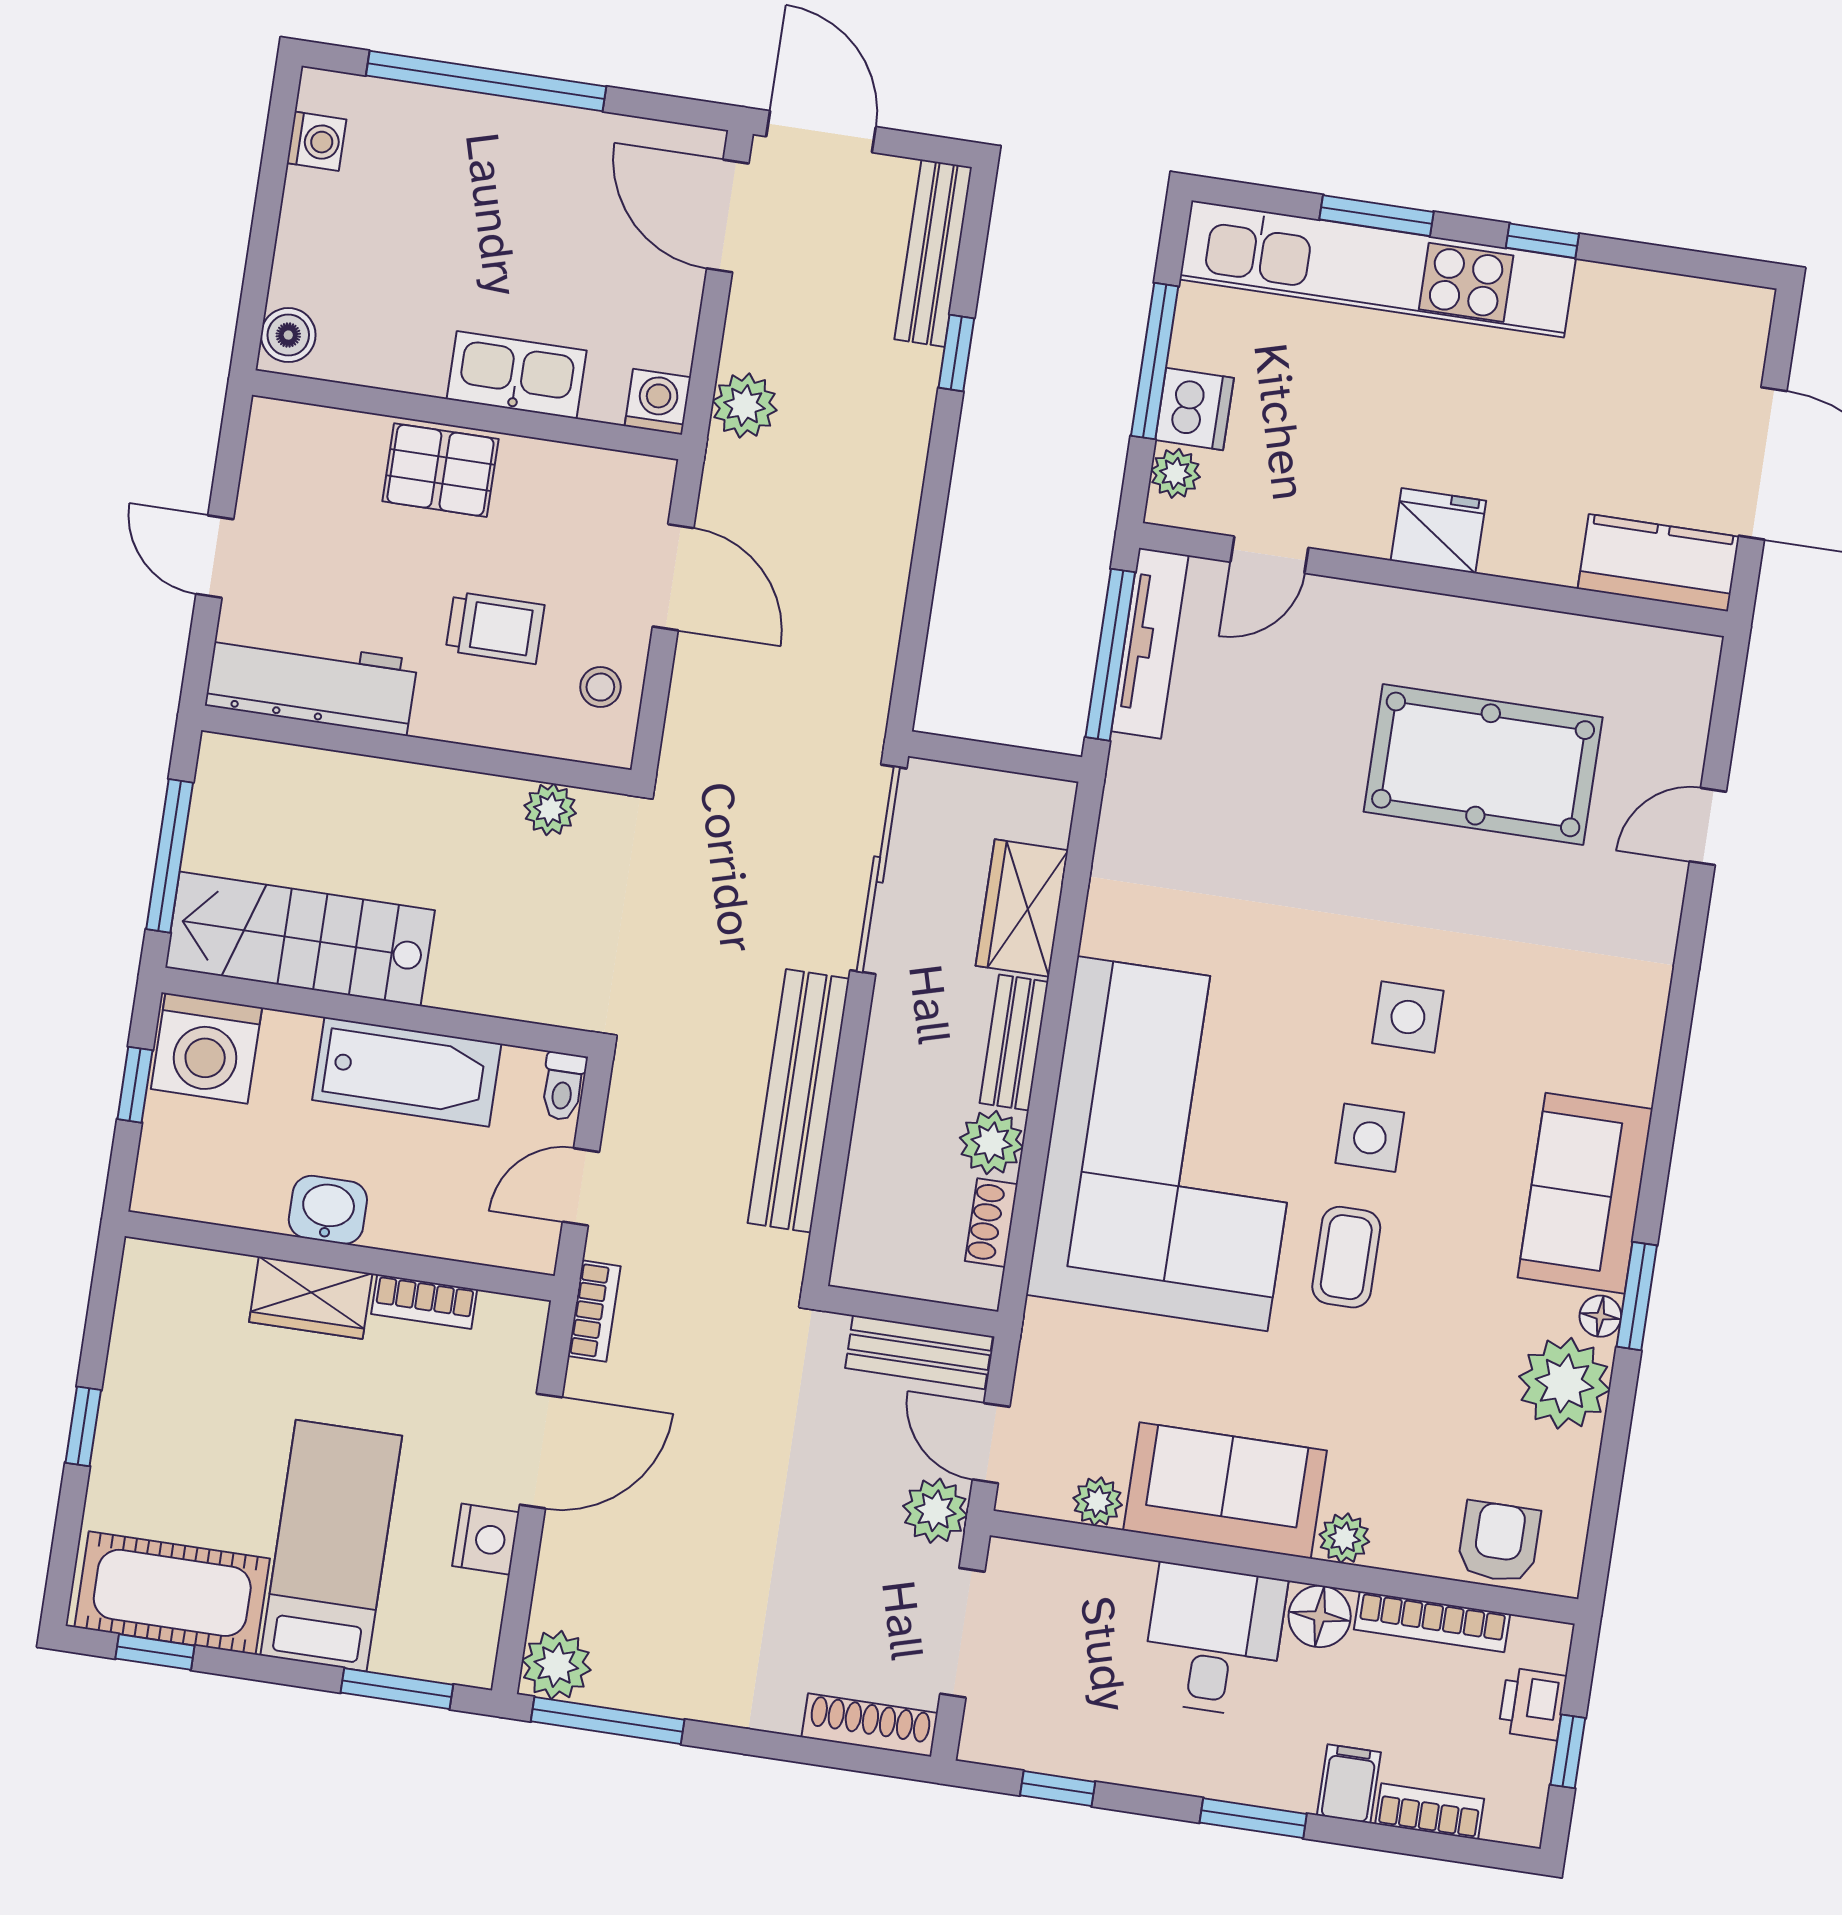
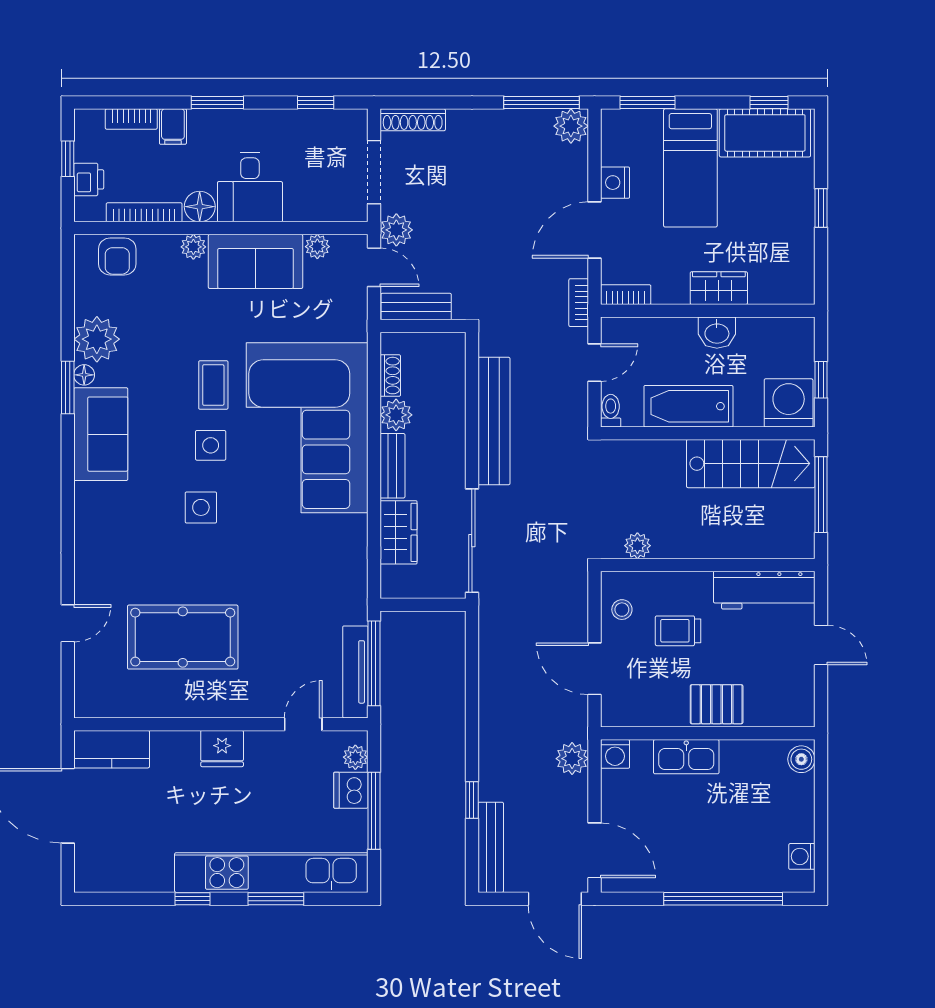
bookcase: (424, 1302) -> (626, 295), moved

